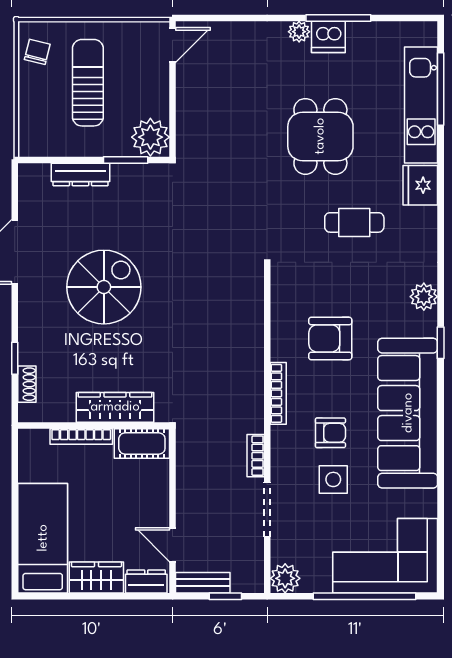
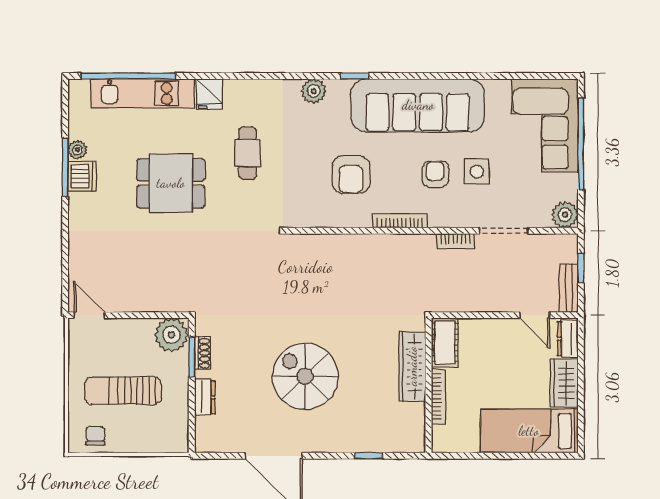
plant: (299, 32) -> (77, 150), moved
chair: (37, 52) -> (95, 436), turned 76
window: (441, 89) -> (129, 76), width x1.46
dresser: (80, 174) -> (205, 397), width x0.70
fridge: (420, 185) -> (209, 94), width x0.72
shoe rack: (27, 384) -> (203, 353), moved, turned 90
door: (173, 545) -> (535, 315), hinge flipped

